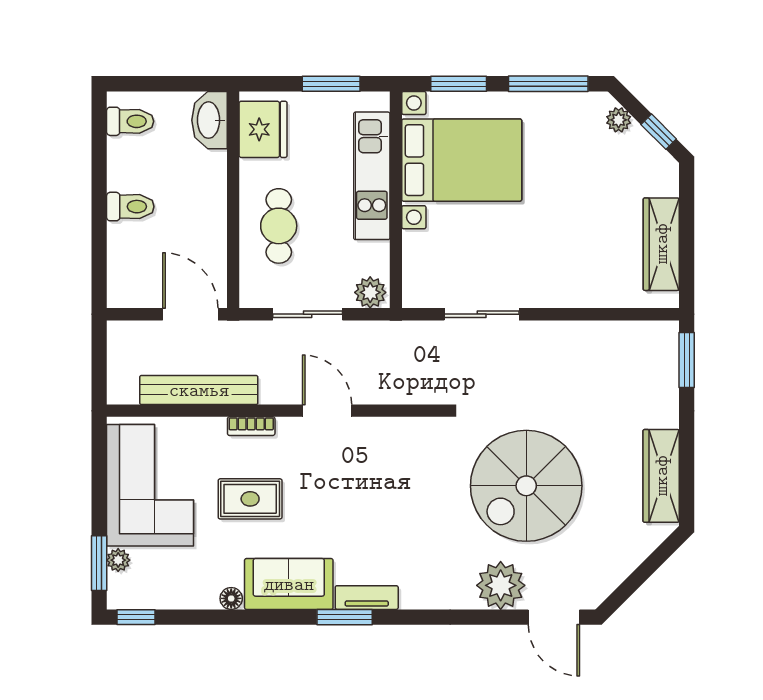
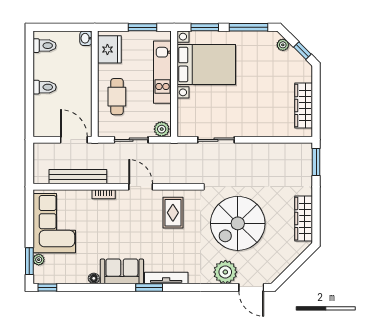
washbasin: (210, 120) -> (86, 38), width x0.52, depth x0.69
rug: (250, 499) -> (173, 213), moved, turned 90
tv unit: (367, 598) -> (166, 278), width x1.41

